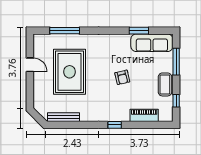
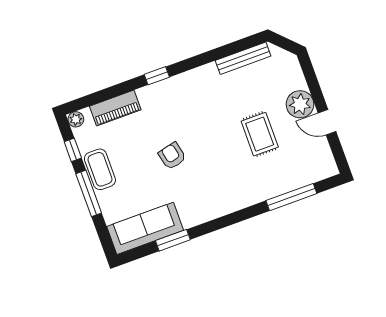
window: (176, 62) -> (89, 193), moved
rug: (70, 72) -> (260, 134), width x0.54, depth x0.49
plant: (41, 80) -> (300, 104), added
plant: (168, 117) -> (76, 119), added

